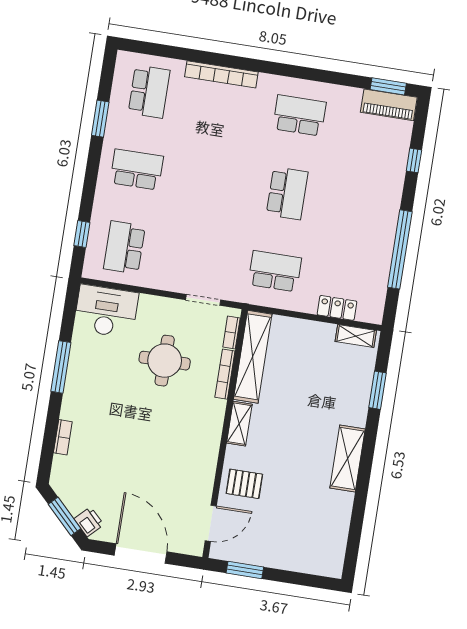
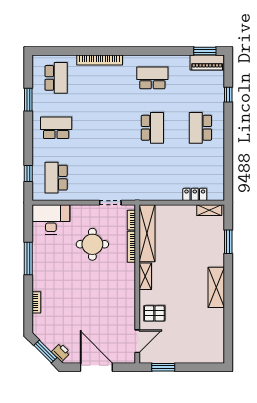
window: (400, 249) -> (228, 152), removed
school desk: (275, 271) -> (200, 128), moved, turned -90

